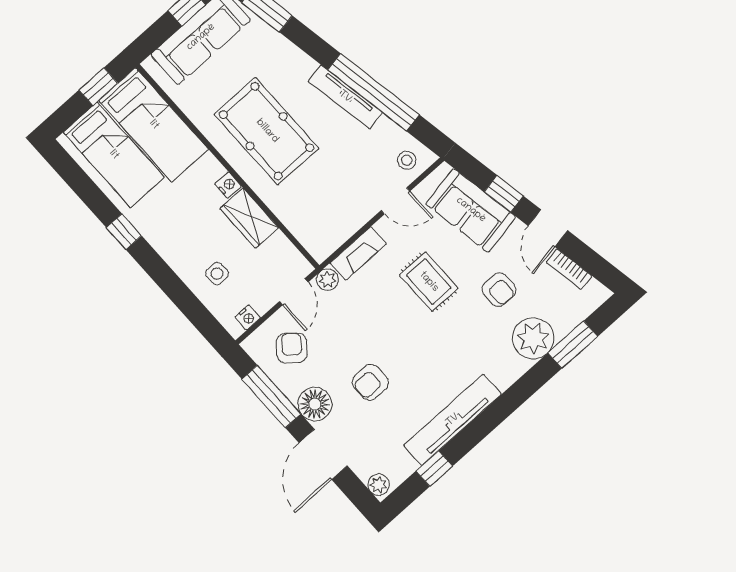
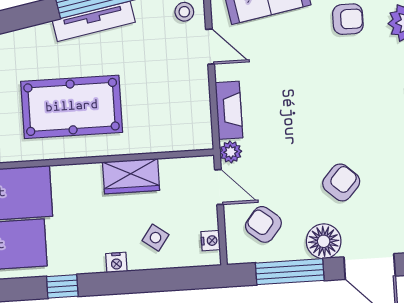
nightstand: (228, 185) -> (116, 262), moved, turned 180
door: (395, 201) -> (210, 47), hinge flipped
side table: (217, 274) -> (156, 238), turned 36
rug: (429, 282) -> (297, 71), removed
armchair: (370, 382) -> (341, 182), turned -138

